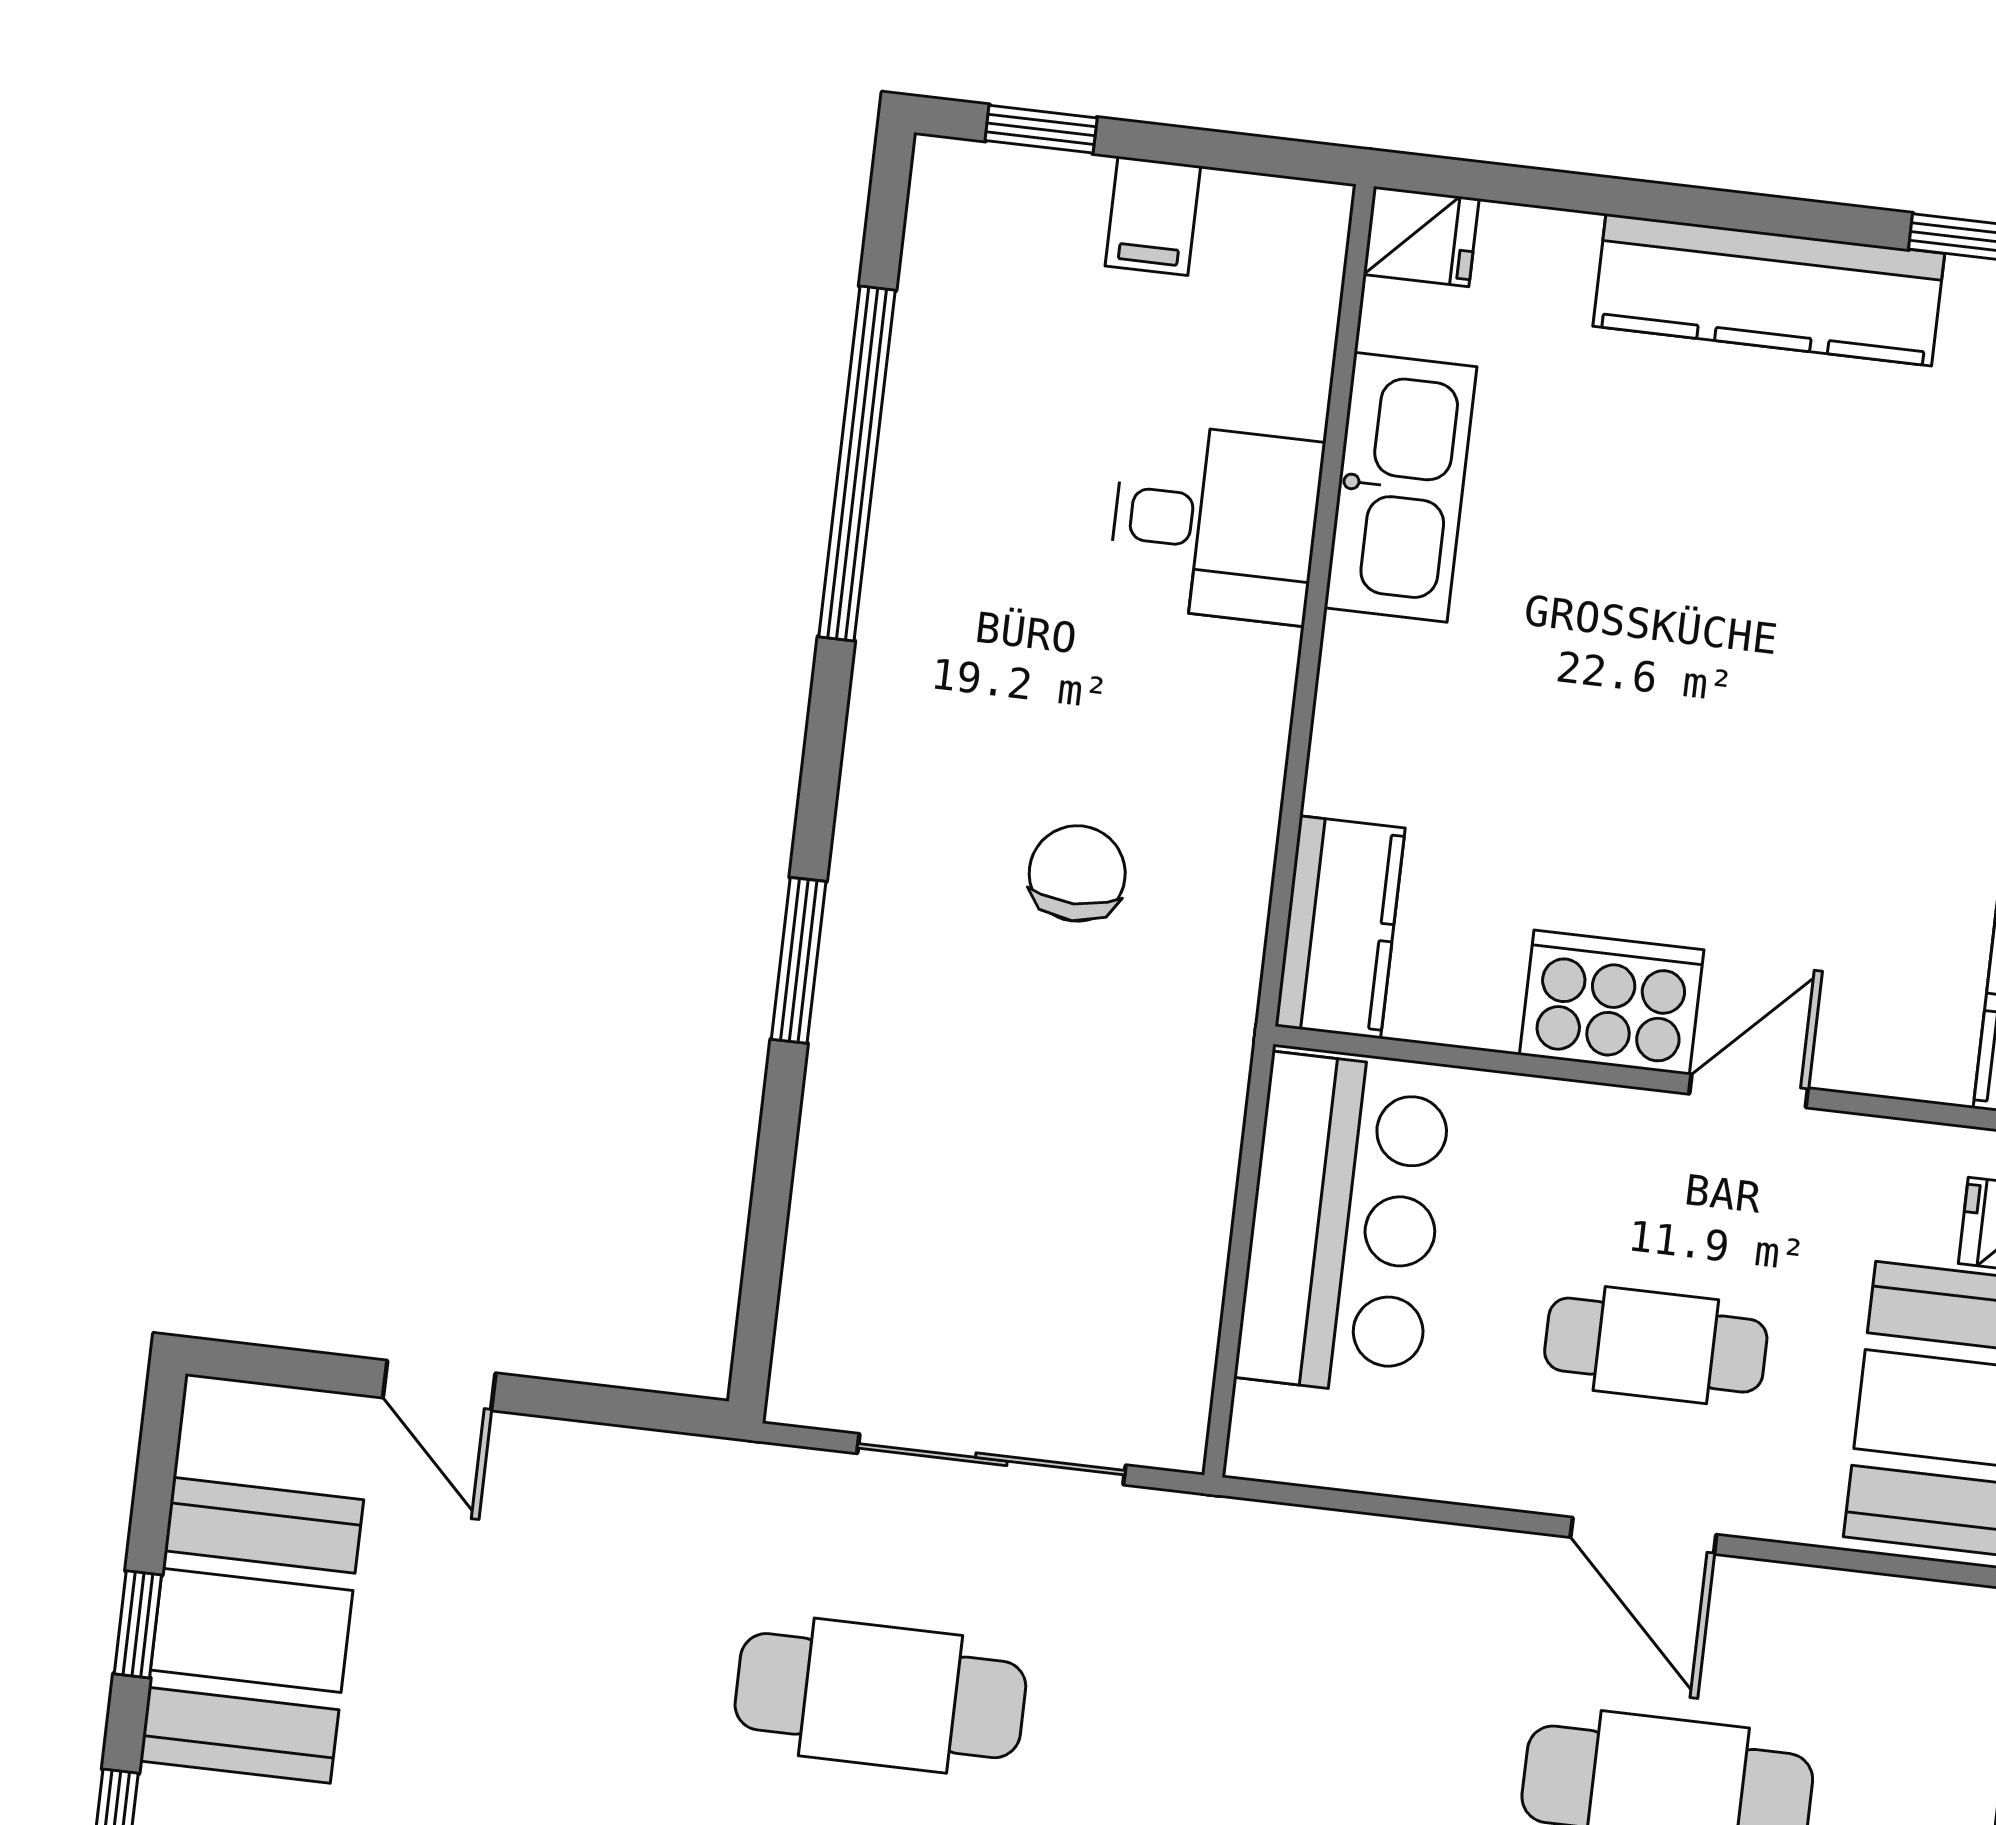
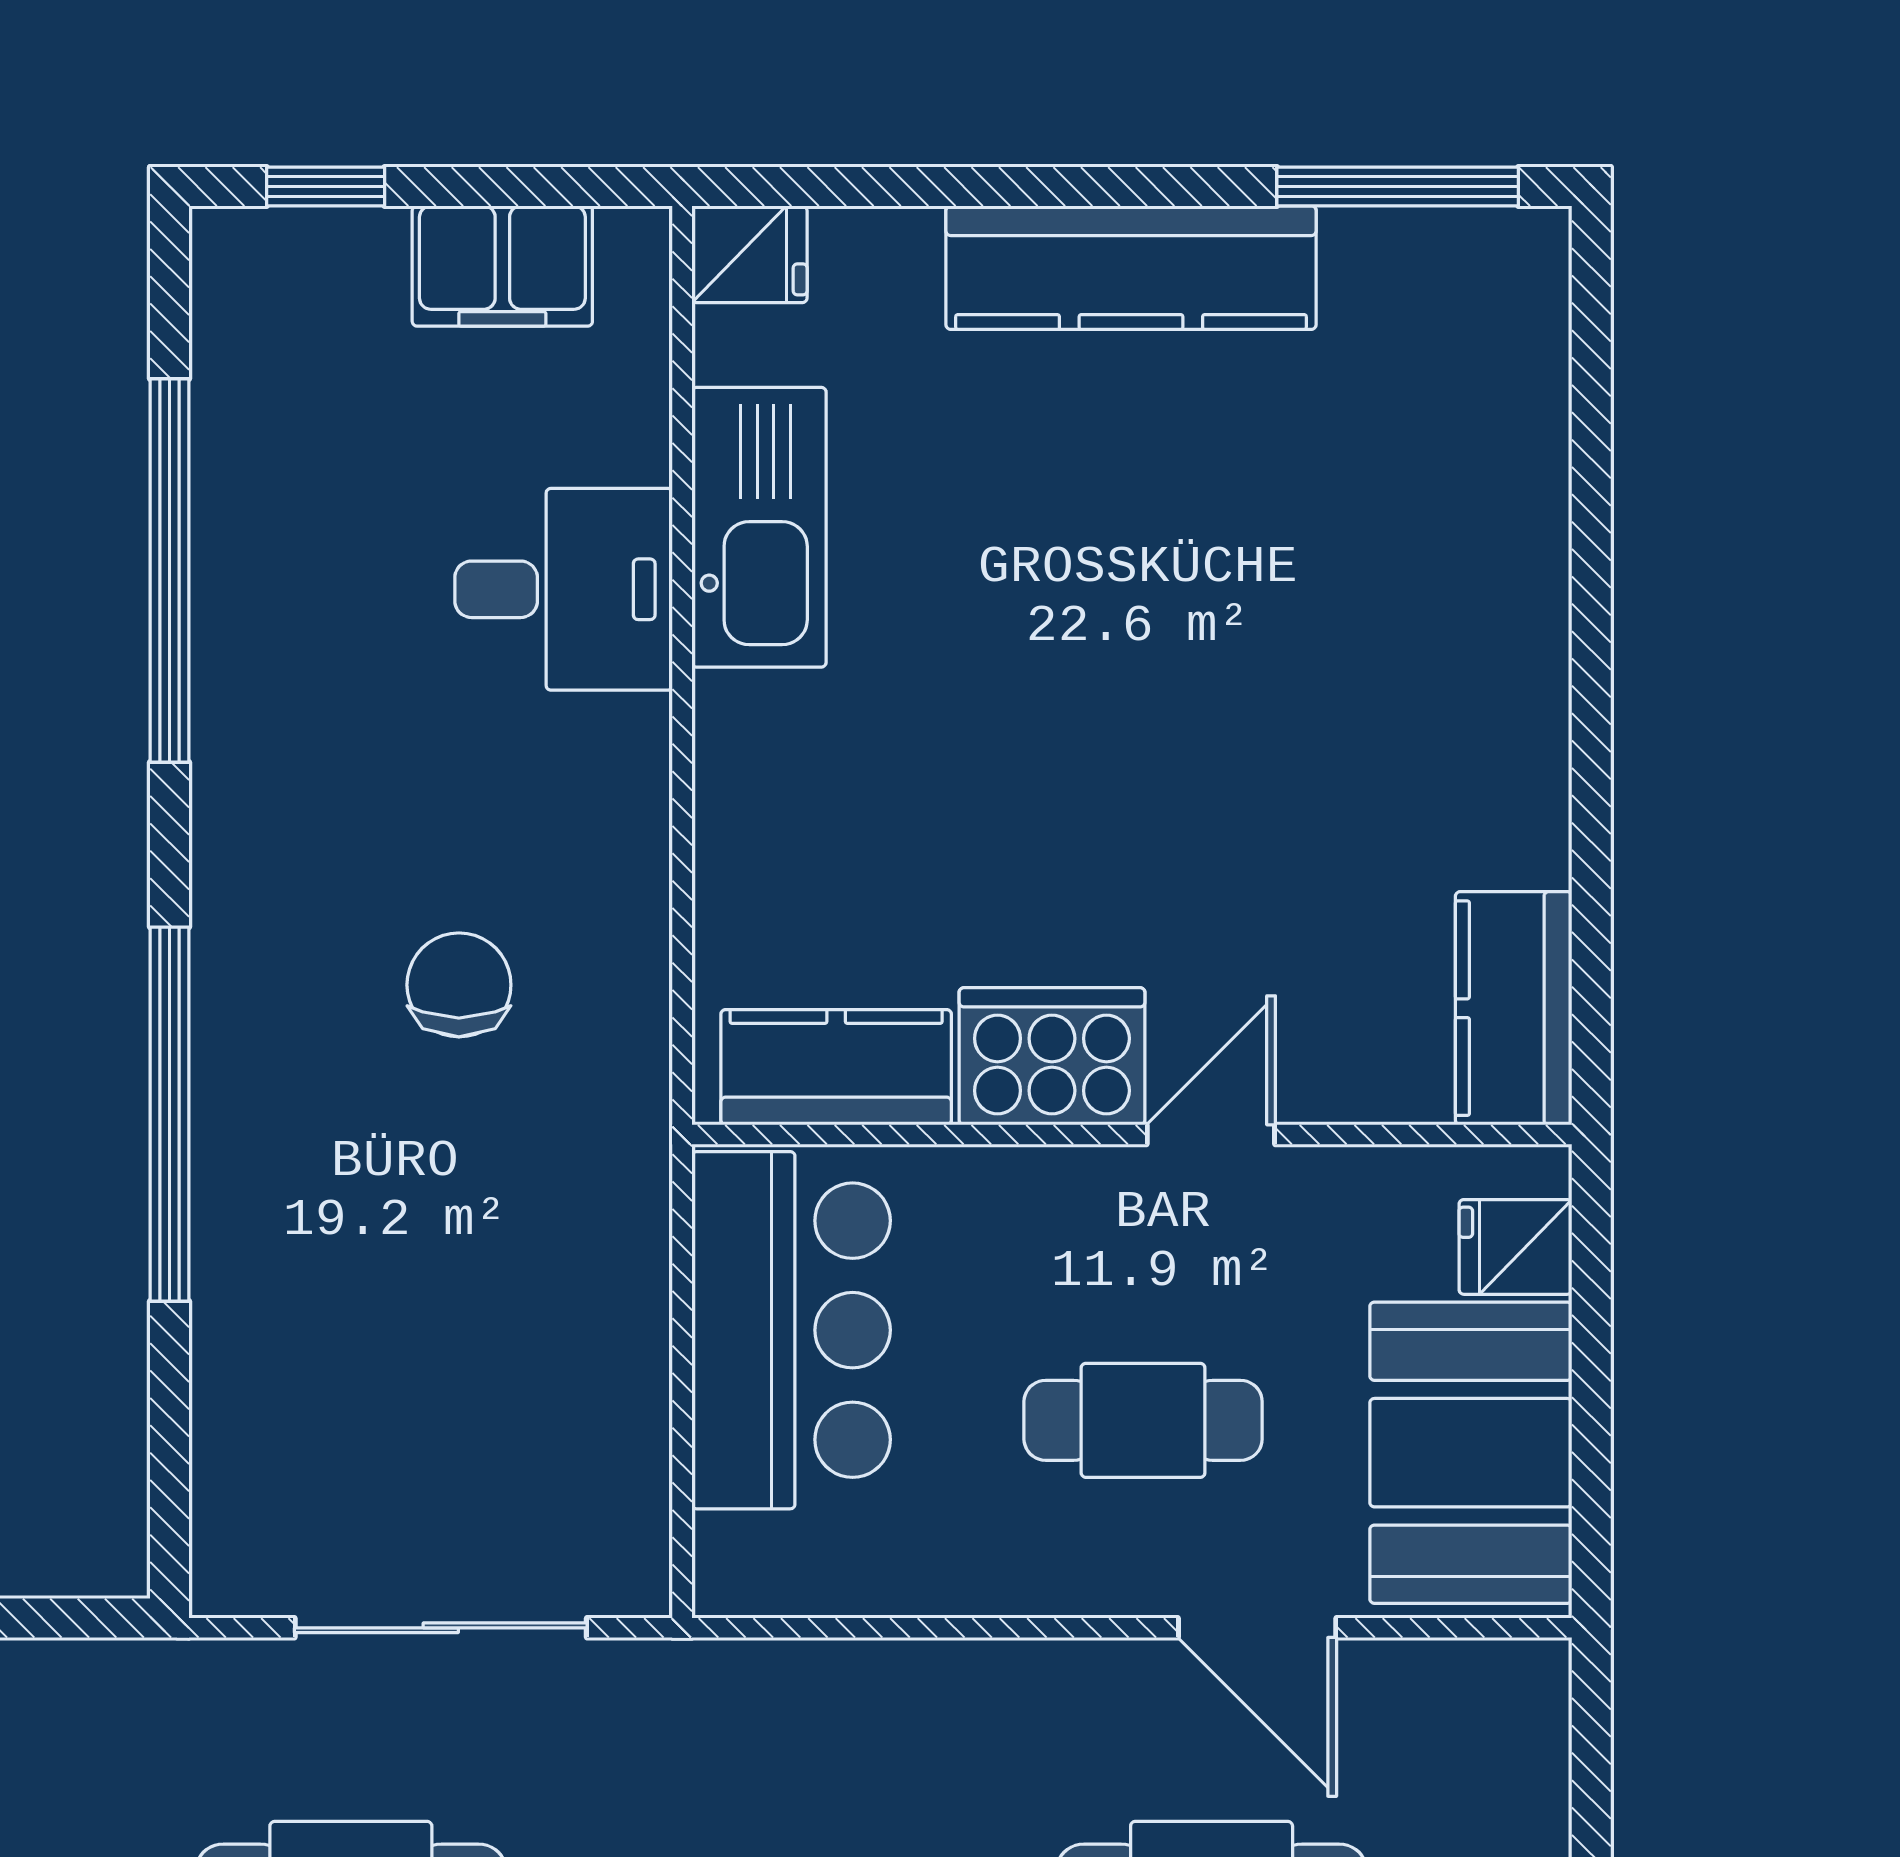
filing cabinet: (1153, 216) -> (502, 266), width x2.00
kitchen counter: (1340, 927) -> (836, 1067), moved, turned -90
window: (799, 960) -> (169, 1114), width x2.11
door: (1643, 1536) -> (1257, 1628), moved

